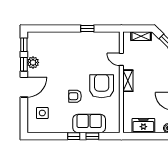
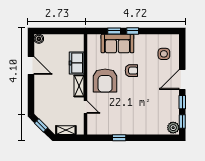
plant: (33, 62) -> (173, 128), moved
freezer: (143, 126) -> (77, 63), moved, turned 90

